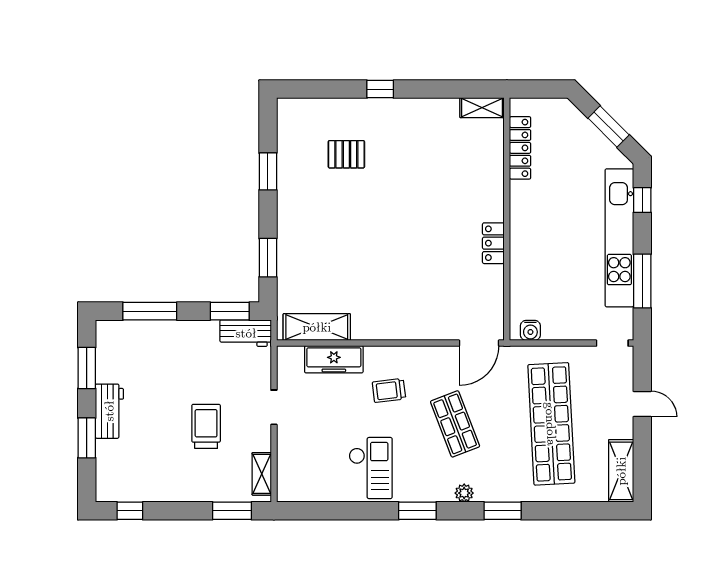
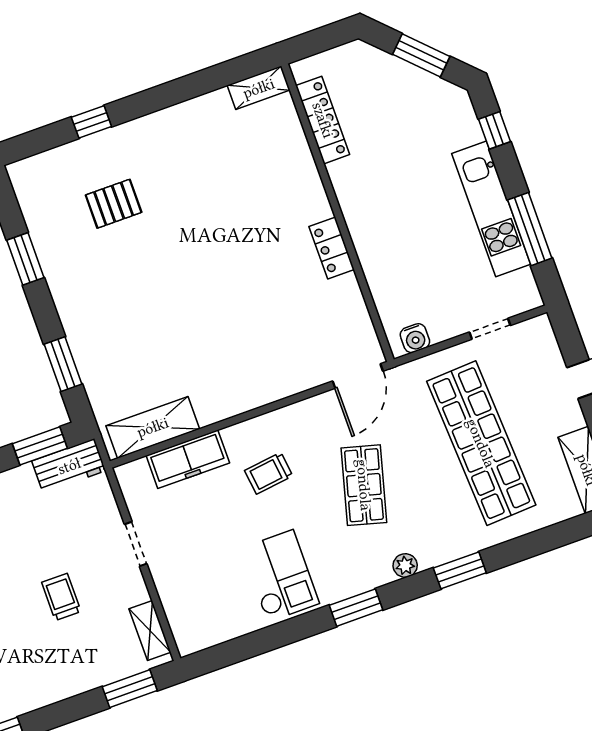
window: (380, 89) -> (91, 122), moved
kitchen unit: (619, 238) -> (491, 209), width x0.73
doorway: (612, 343) -> (490, 329), moved
shop shelf: (455, 424) -> (364, 485), turned 36
trolley: (206, 426) -> (61, 597), width x0.73, depth x0.72

